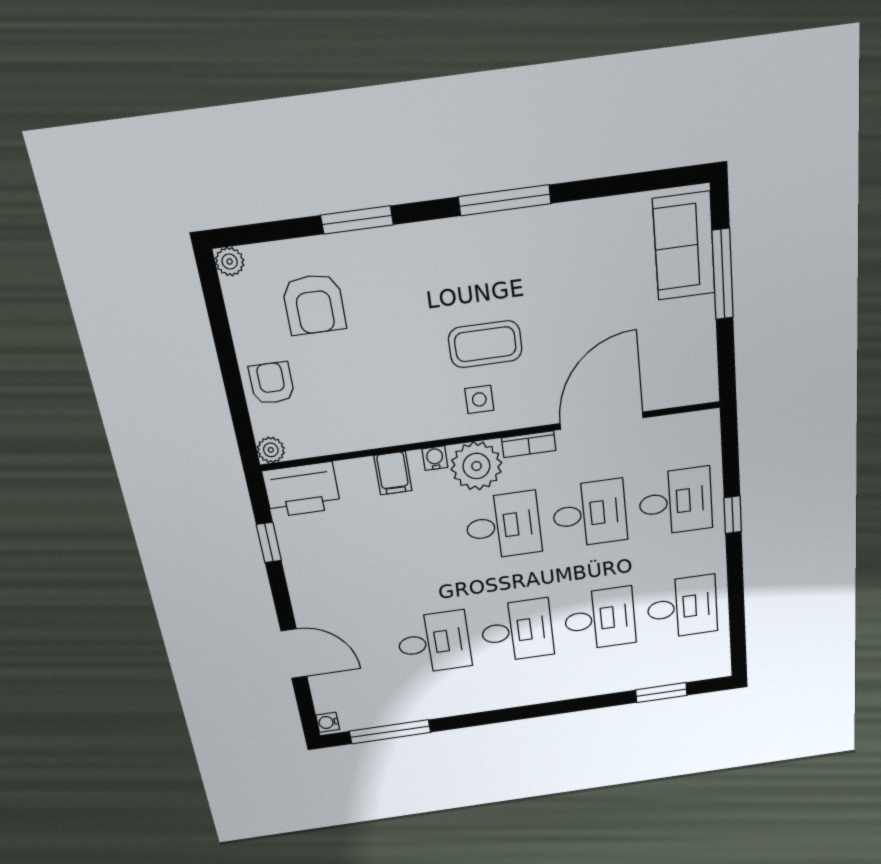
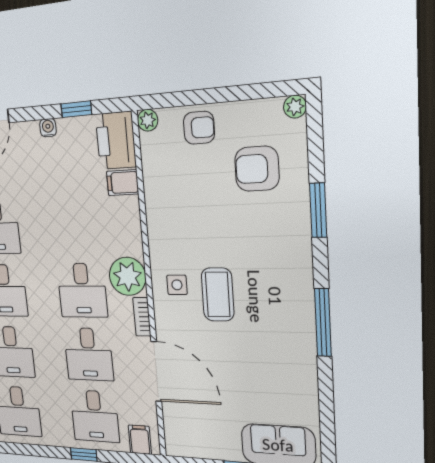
filing cabinet: (701, 438) -> (140, 440), added
water cooler: (435, 458) -> (48, 128), moved, turned -90
filing cabinet: (393, 473) -> (123, 183), moved

